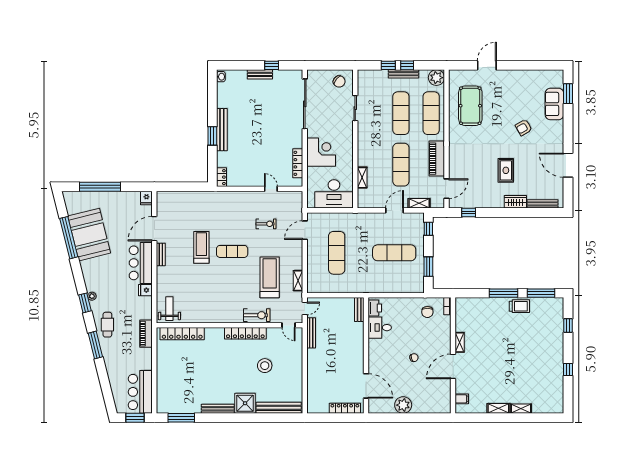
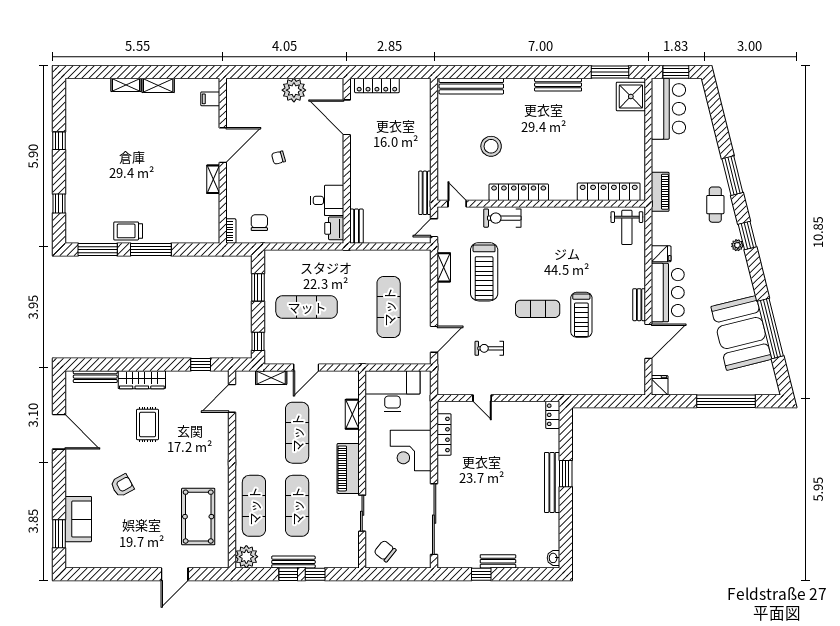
piano: (437, 159) -> (348, 468), moved, turned 180
wardrobe: (515, 202) -> (142, 380), width x1.50
shower: (245, 403) -> (631, 96), moved

